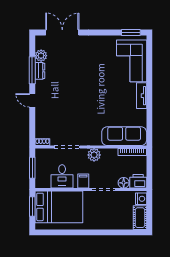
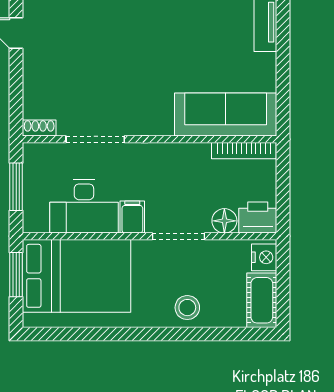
plant: (94, 155) -> (157, 157), removed
desk: (62, 176) -> (84, 206), width x1.37
stool: (107, 221) -> (187, 308), added

